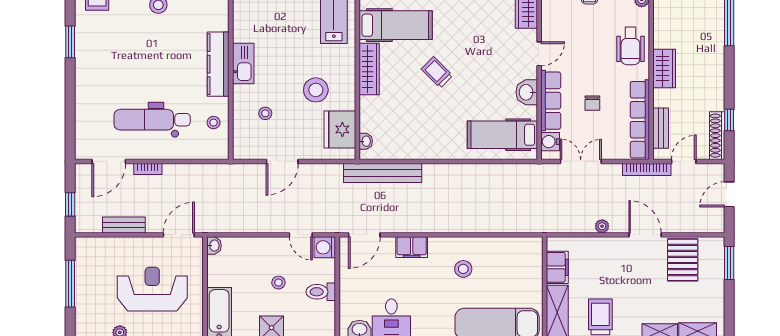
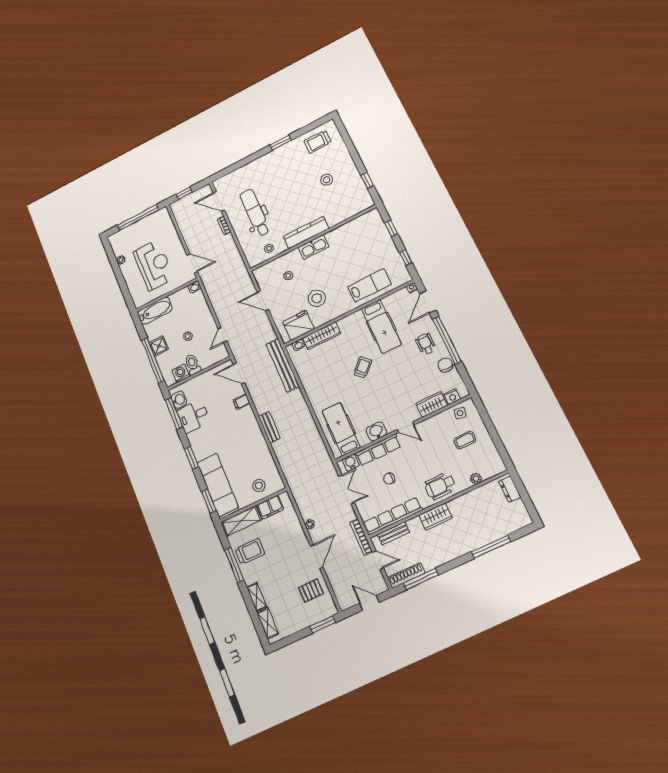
wardrobe: (369, 69) -> (322, 336), moved
window: (729, 120) -> (421, 579), width x2.17
bench: (124, 225) -> (269, 427), moved
washing machine: (325, 247) -> (181, 373), moved
filing cabinet: (412, 247) -> (242, 402), width x0.50
pallet: (683, 260) -> (311, 591), width x0.67, depth x0.71
stool: (463, 269) -> (259, 485), moved
window: (70, 284) -> (138, 217), width x1.46

